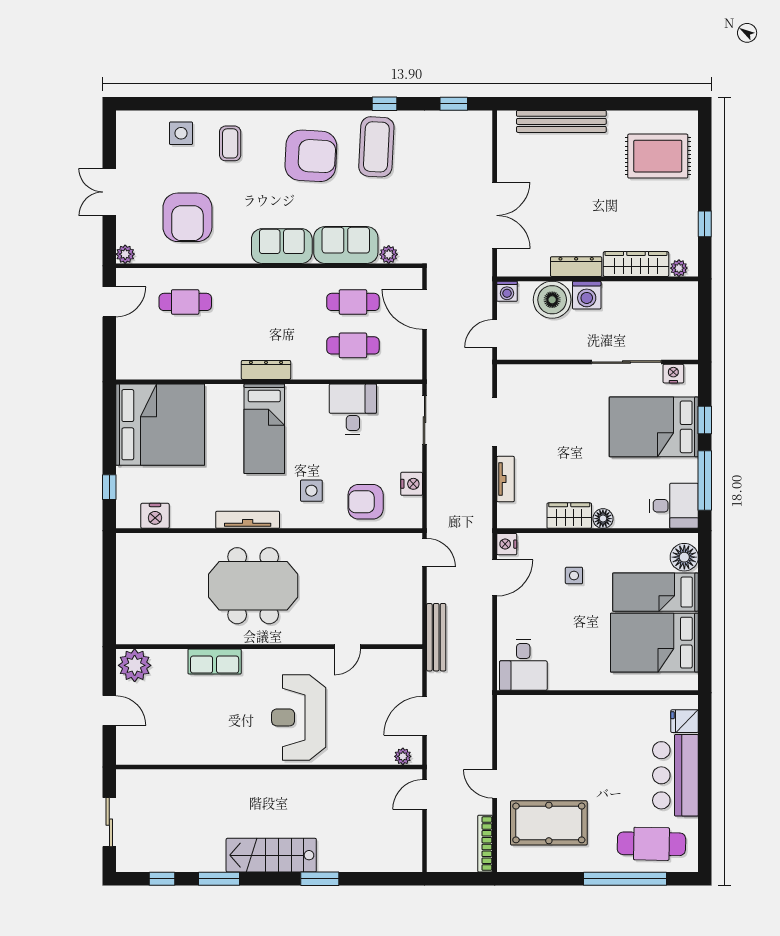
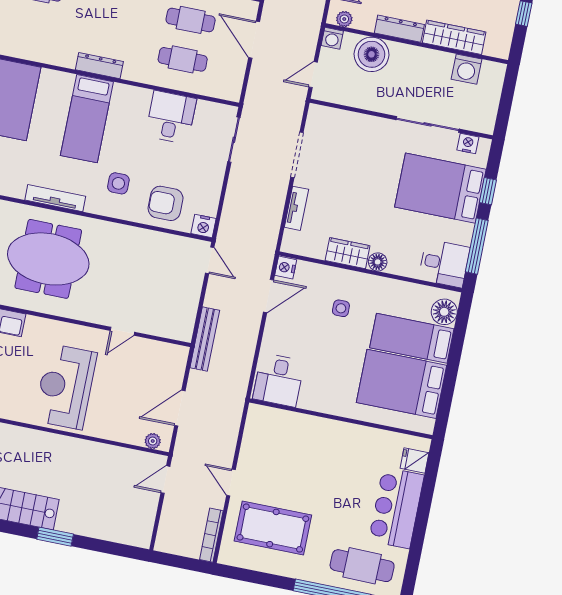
plant: (679, 268) -> (344, 19), moved
washing machine: (587, 295) -> (466, 69), moved
nightstand: (412, 484) -> (203, 226), moved, turned 90

